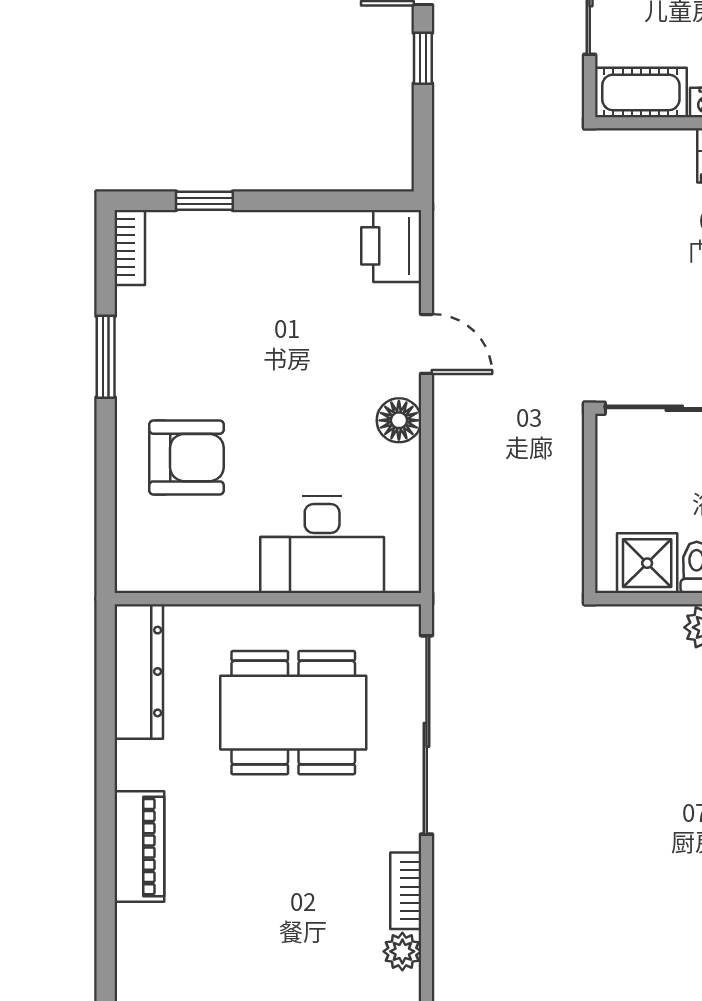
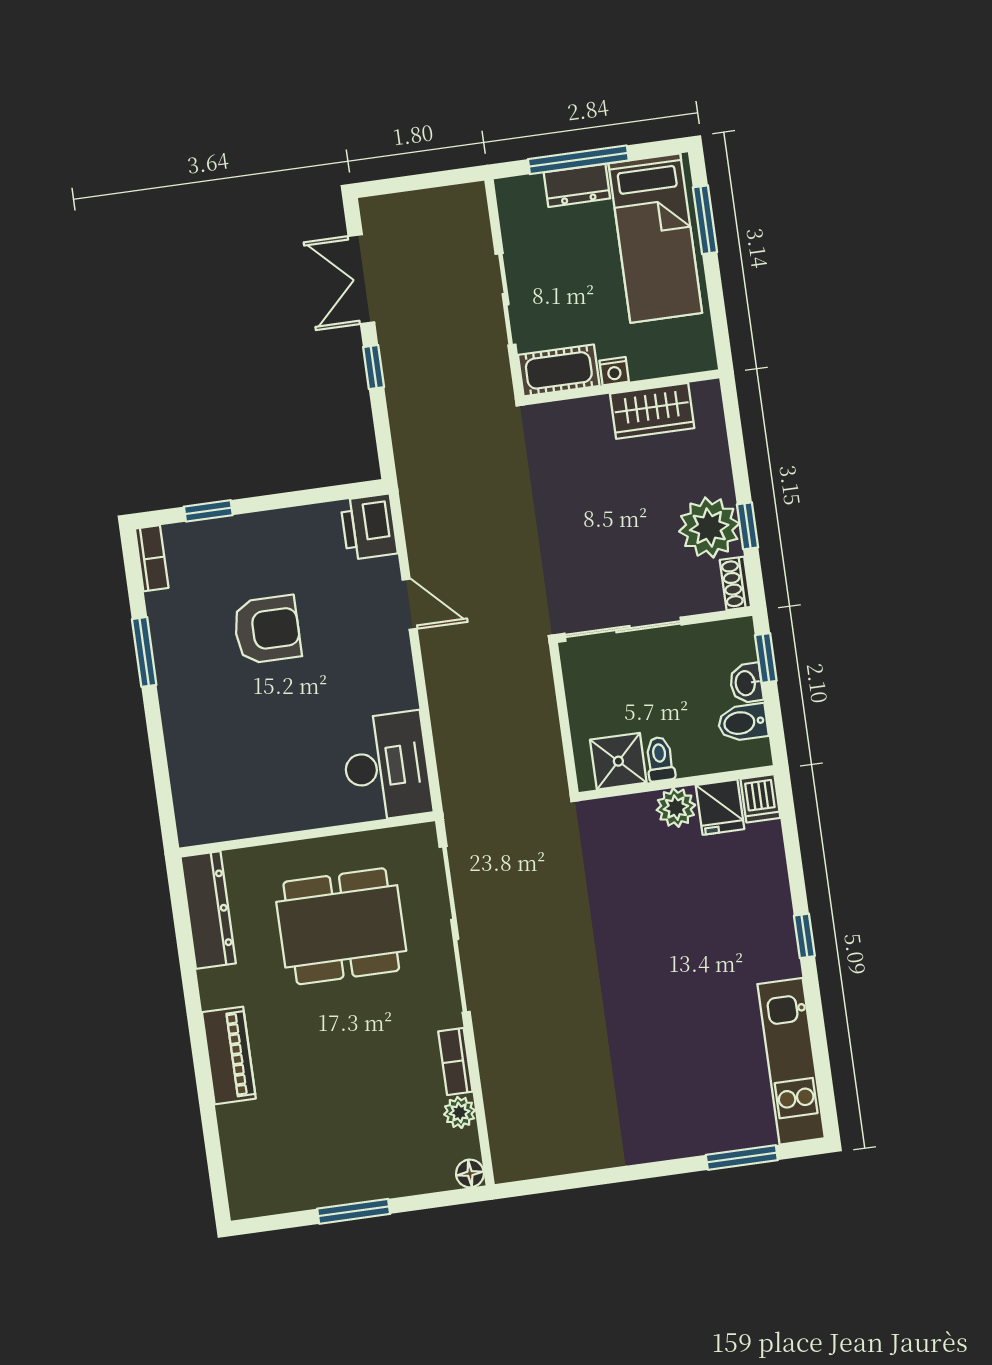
floor lamp: (399, 420) -> (395, 671), removed
armchair: (186, 458) -> (267, 630), moved
desk: (322, 545) -> (386, 766), moved, turned -90

